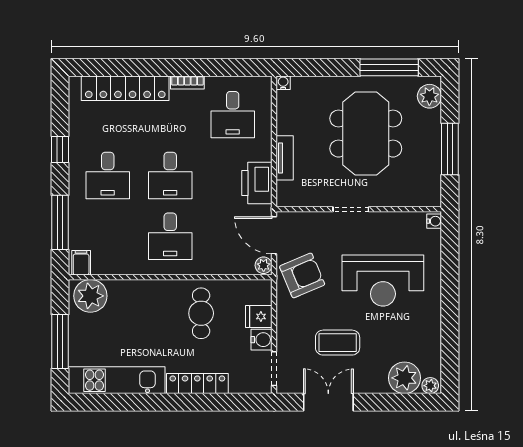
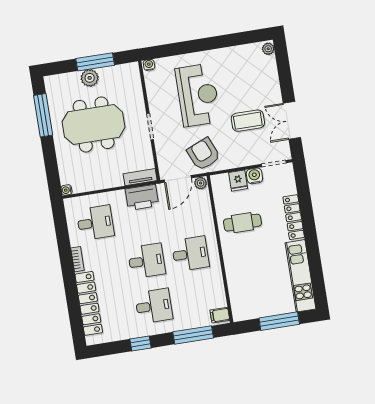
plant: (429, 96) -> (90, 78), moved
tv unit: (285, 158) -> (140, 177), moved
plant: (90, 296) -> (243, 305), removed
coffee table: (338, 343) -> (248, 121), turned 90
plant: (404, 378) -> (266, 68), removed

